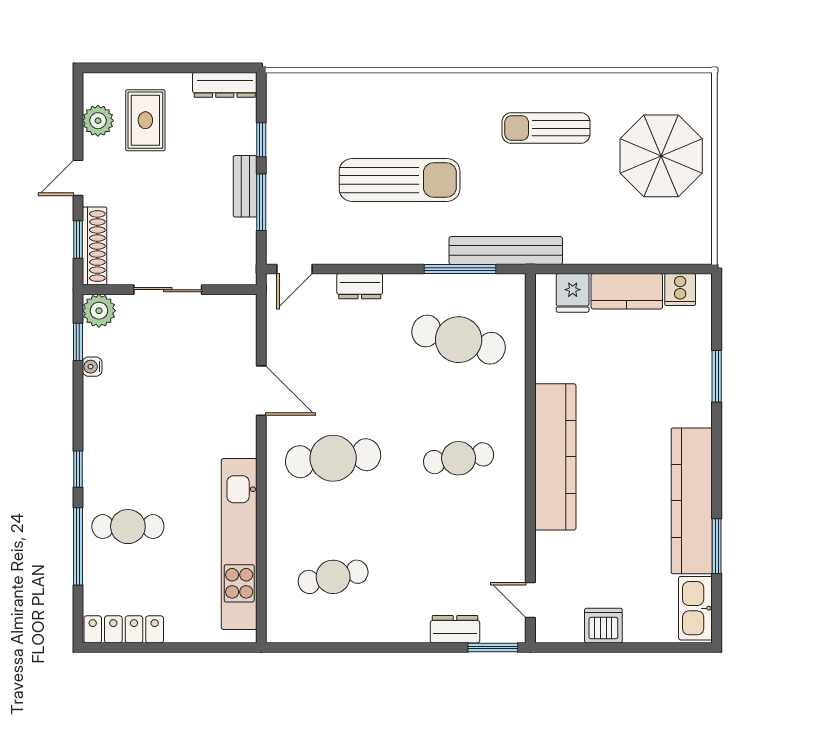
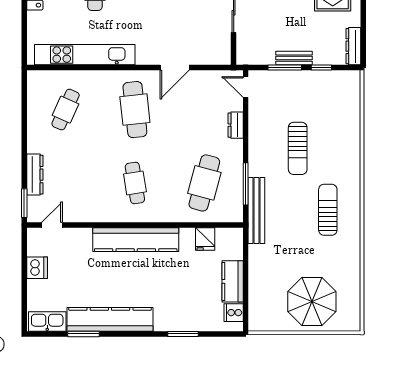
sun lounger: (546, 128) -> (328, 210), moved
sun lounger: (400, 180) -> (298, 148), width x0.73, depth x0.75
fridge: (573, 293) -> (205, 239), moved, turned -90
cafe table: (333, 577) -> (66, 110), turned 36
dresser: (455, 629) -> (35, 175), width x1.44

